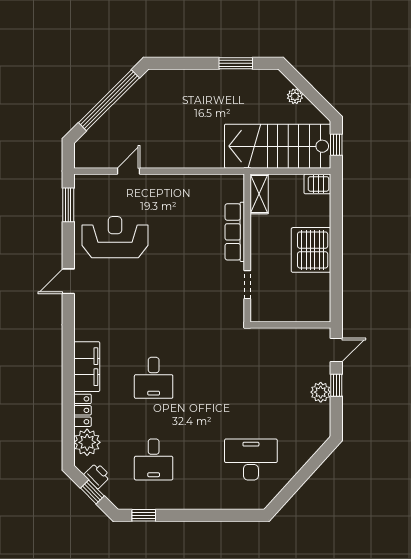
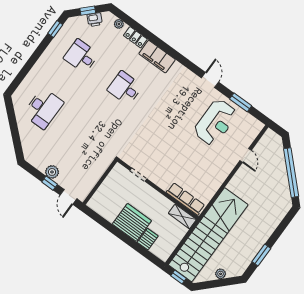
stairs: (278, 146) -> (208, 235), width x1.36
server rack: (317, 184) -> (148, 239), moved
window: (68, 205) -> (241, 102), moved
row of seats: (235, 232) -> (186, 199), moved
plant: (87, 442) -> (119, 24), width x0.53, depth x0.53

